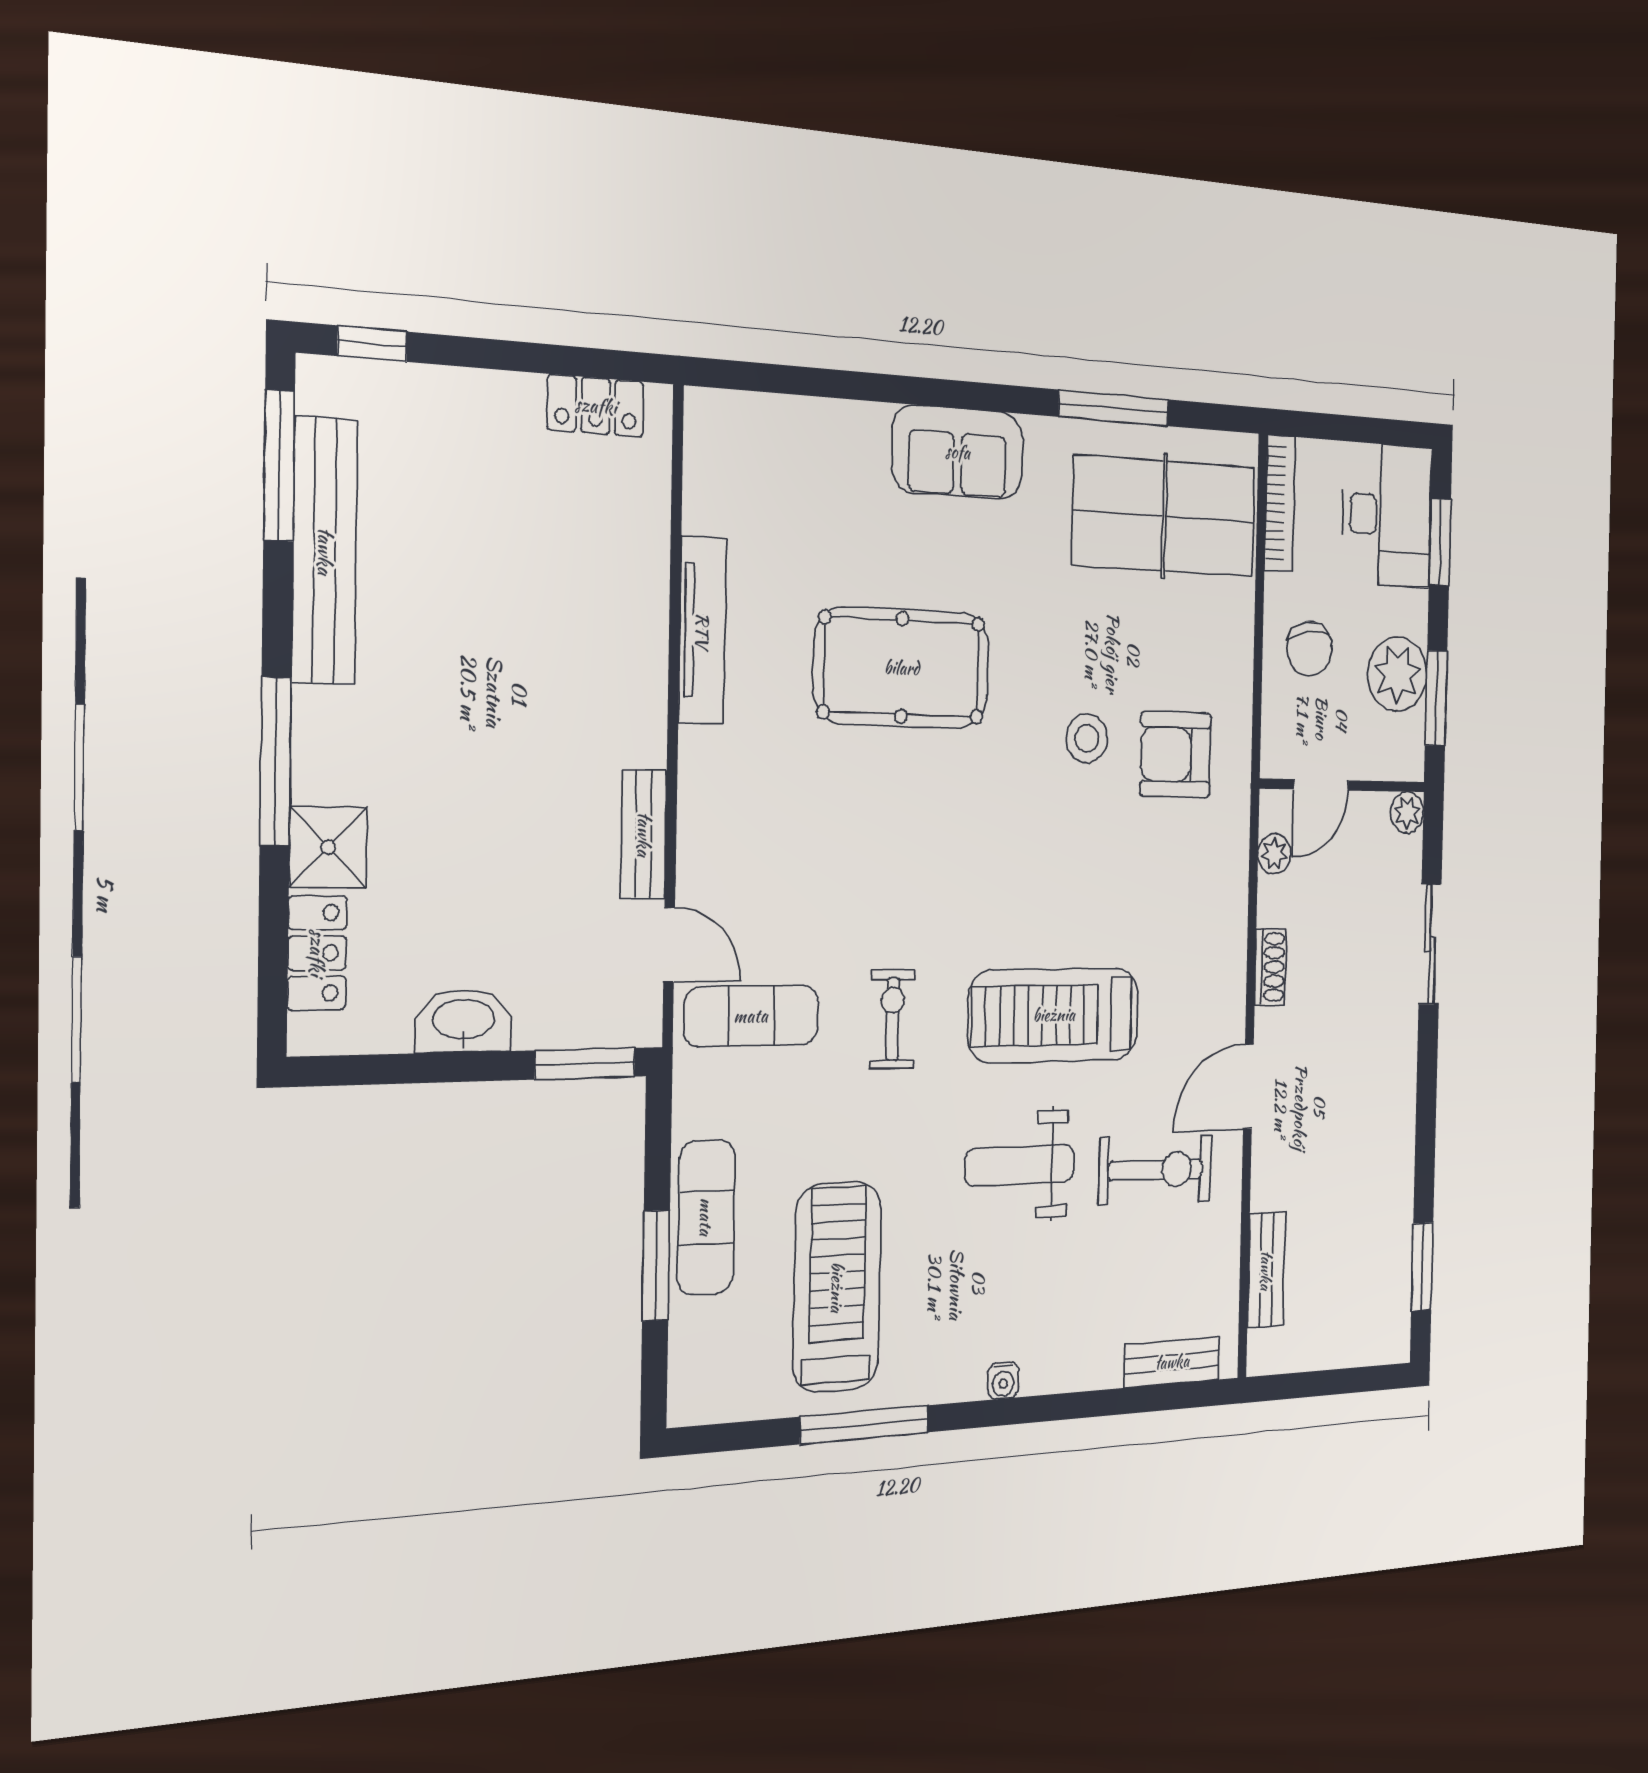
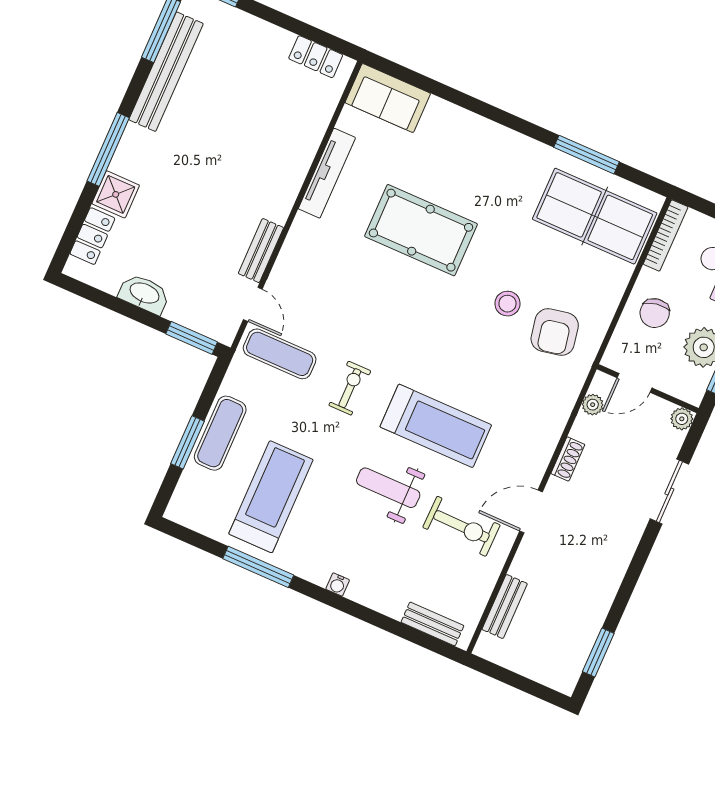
sofa: (958, 452) -> (388, 98), moved
armchair: (1176, 754) -> (555, 332), turned -101
treadmill: (1054, 1015) -> (436, 426), turned 180

